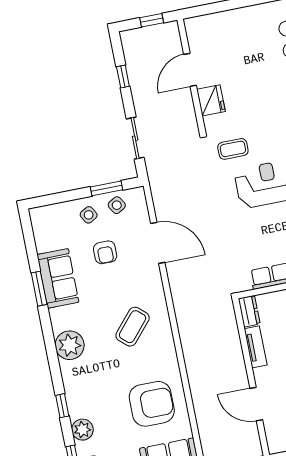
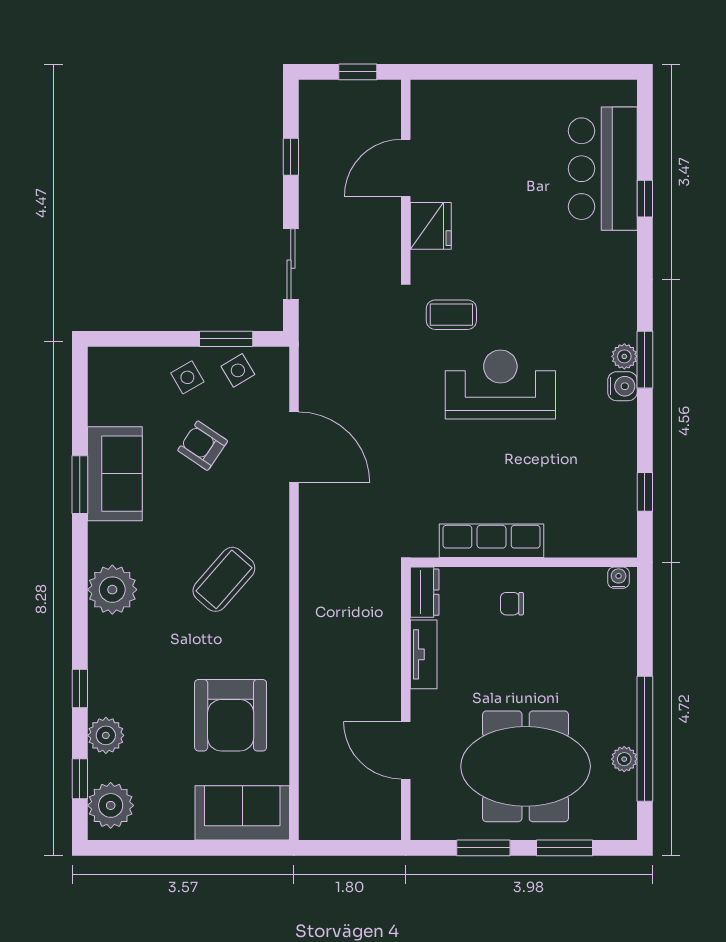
armchair: (105, 252) -> (203, 446), turned 124
armchair: (152, 404) -> (231, 715), turned 90

